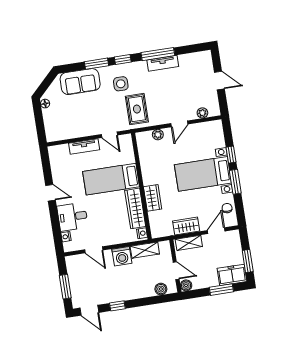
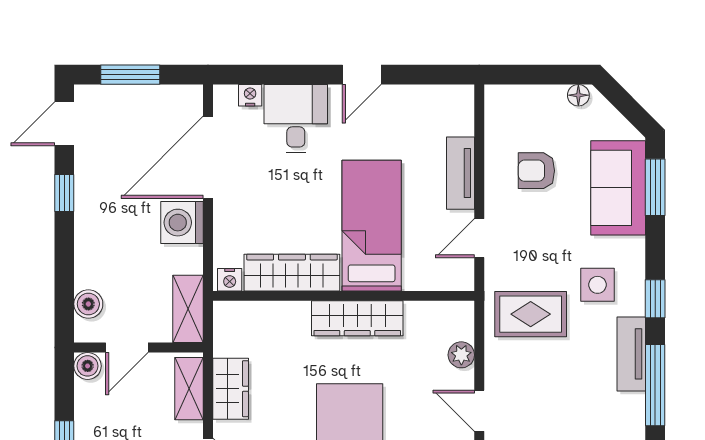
tv unit: (163, 63) -> (631, 354), moved
window: (97, 64) -> (655, 187), moved
armchair: (78, 116) -> (536, 171), added
wardrobe: (153, 198) -> (357, 318), moved, width x1.50
door: (94, 250) -> (208, 157), width x1.88
shelving: (145, 250) -> (188, 309), moved

